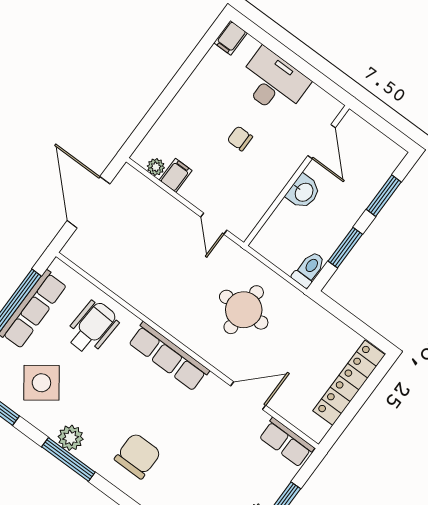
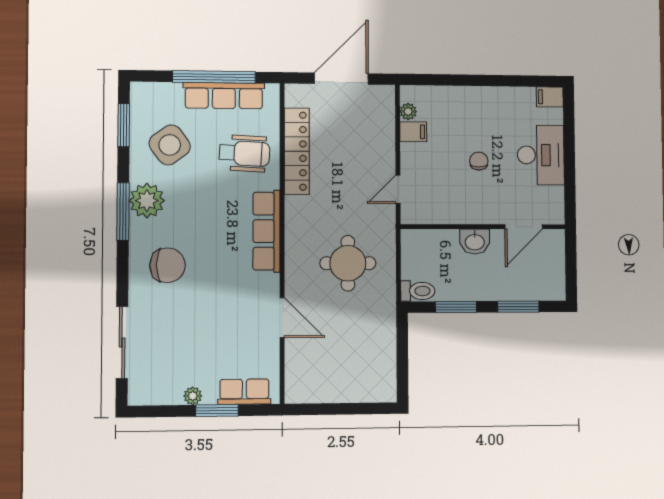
locker: (349, 383) -> (297, 151), moved, turned 90
plant: (71, 438) -> (147, 201), width x1.36, depth x1.36
row of seats: (286, 442) -> (244, 392), moved, turned 90

